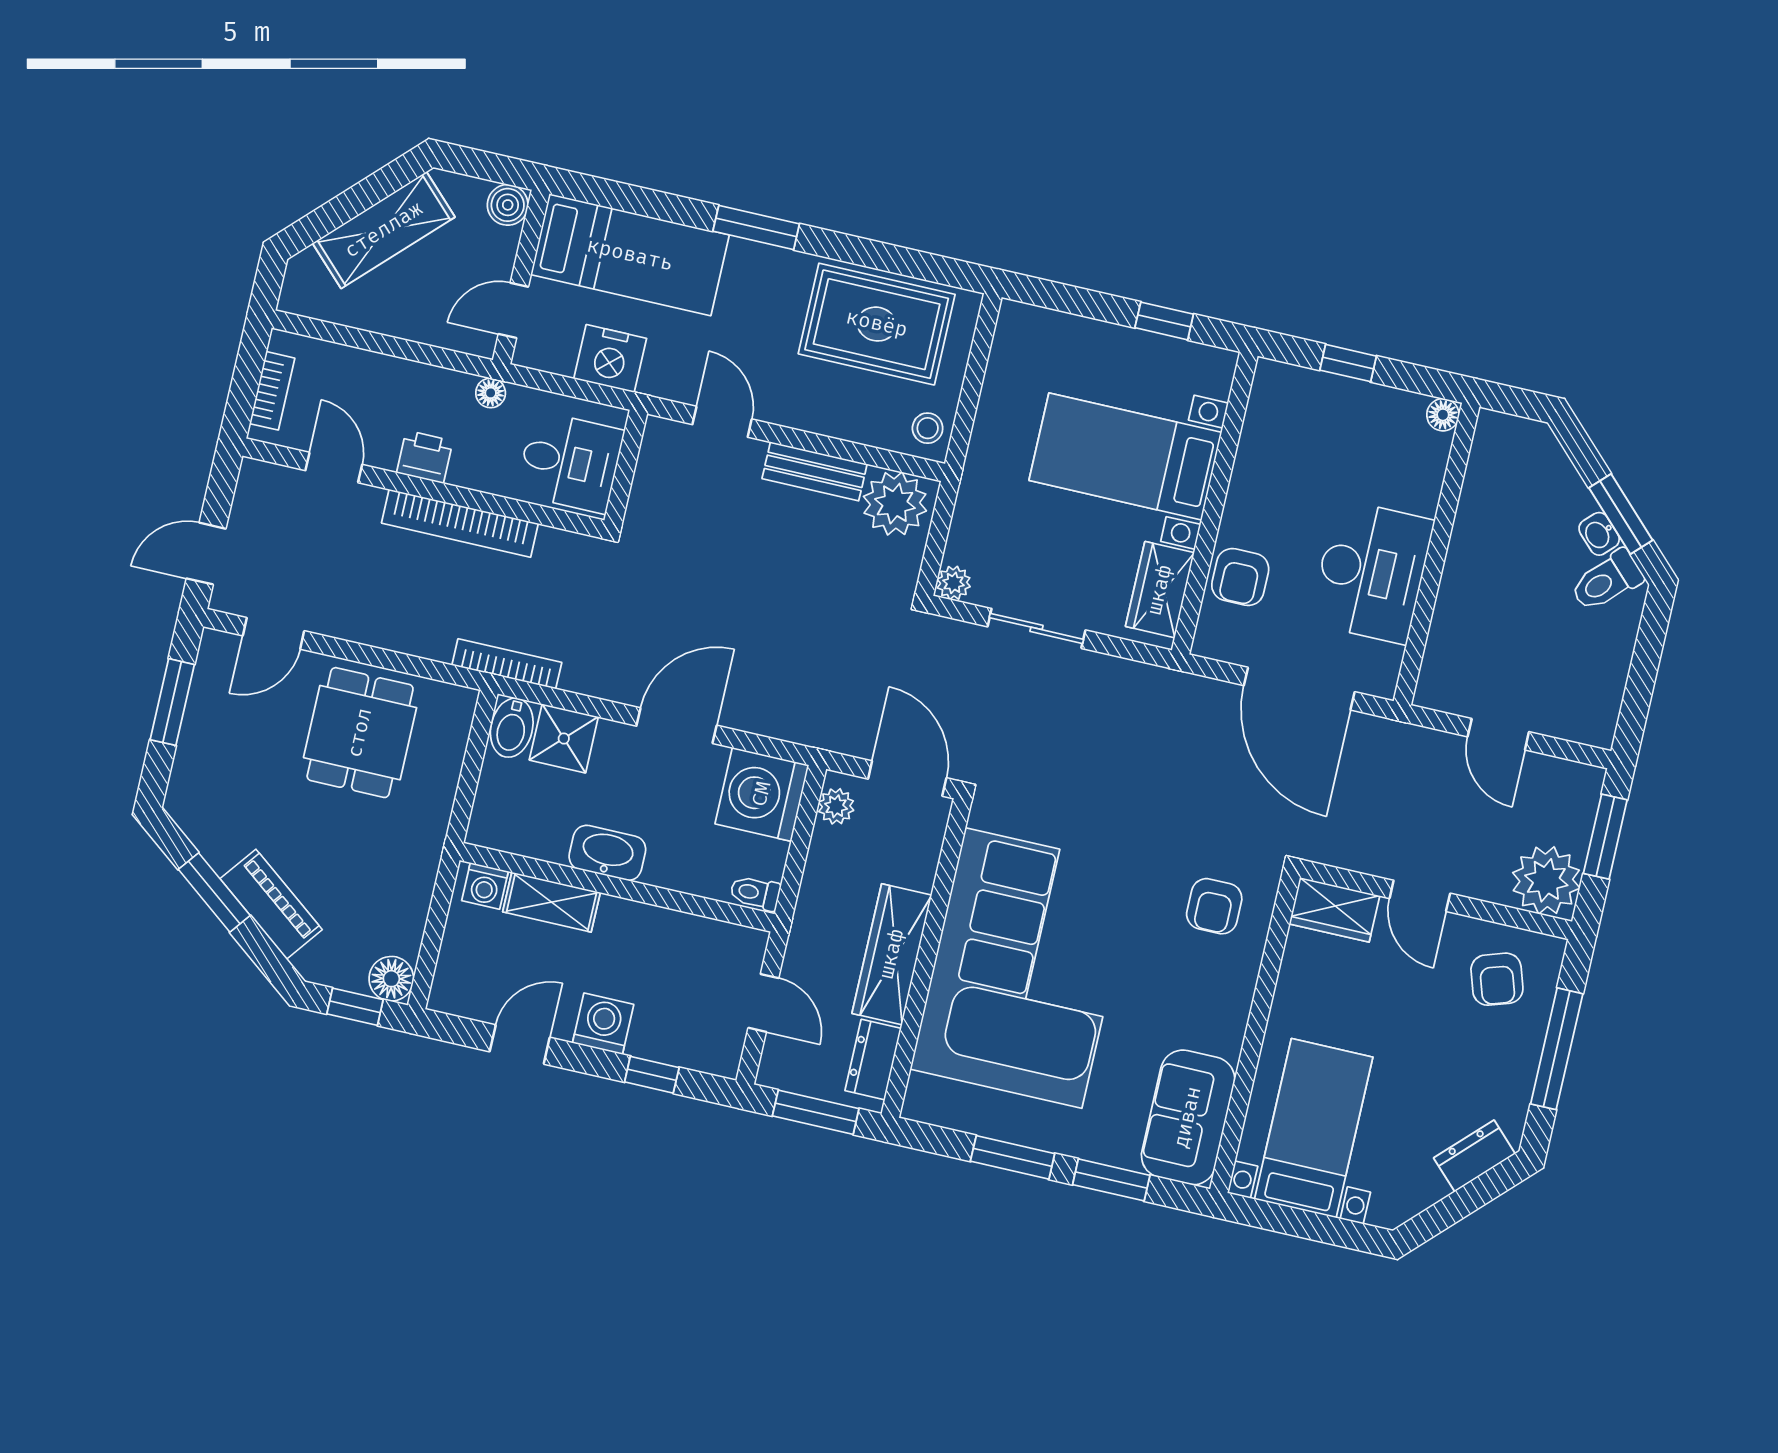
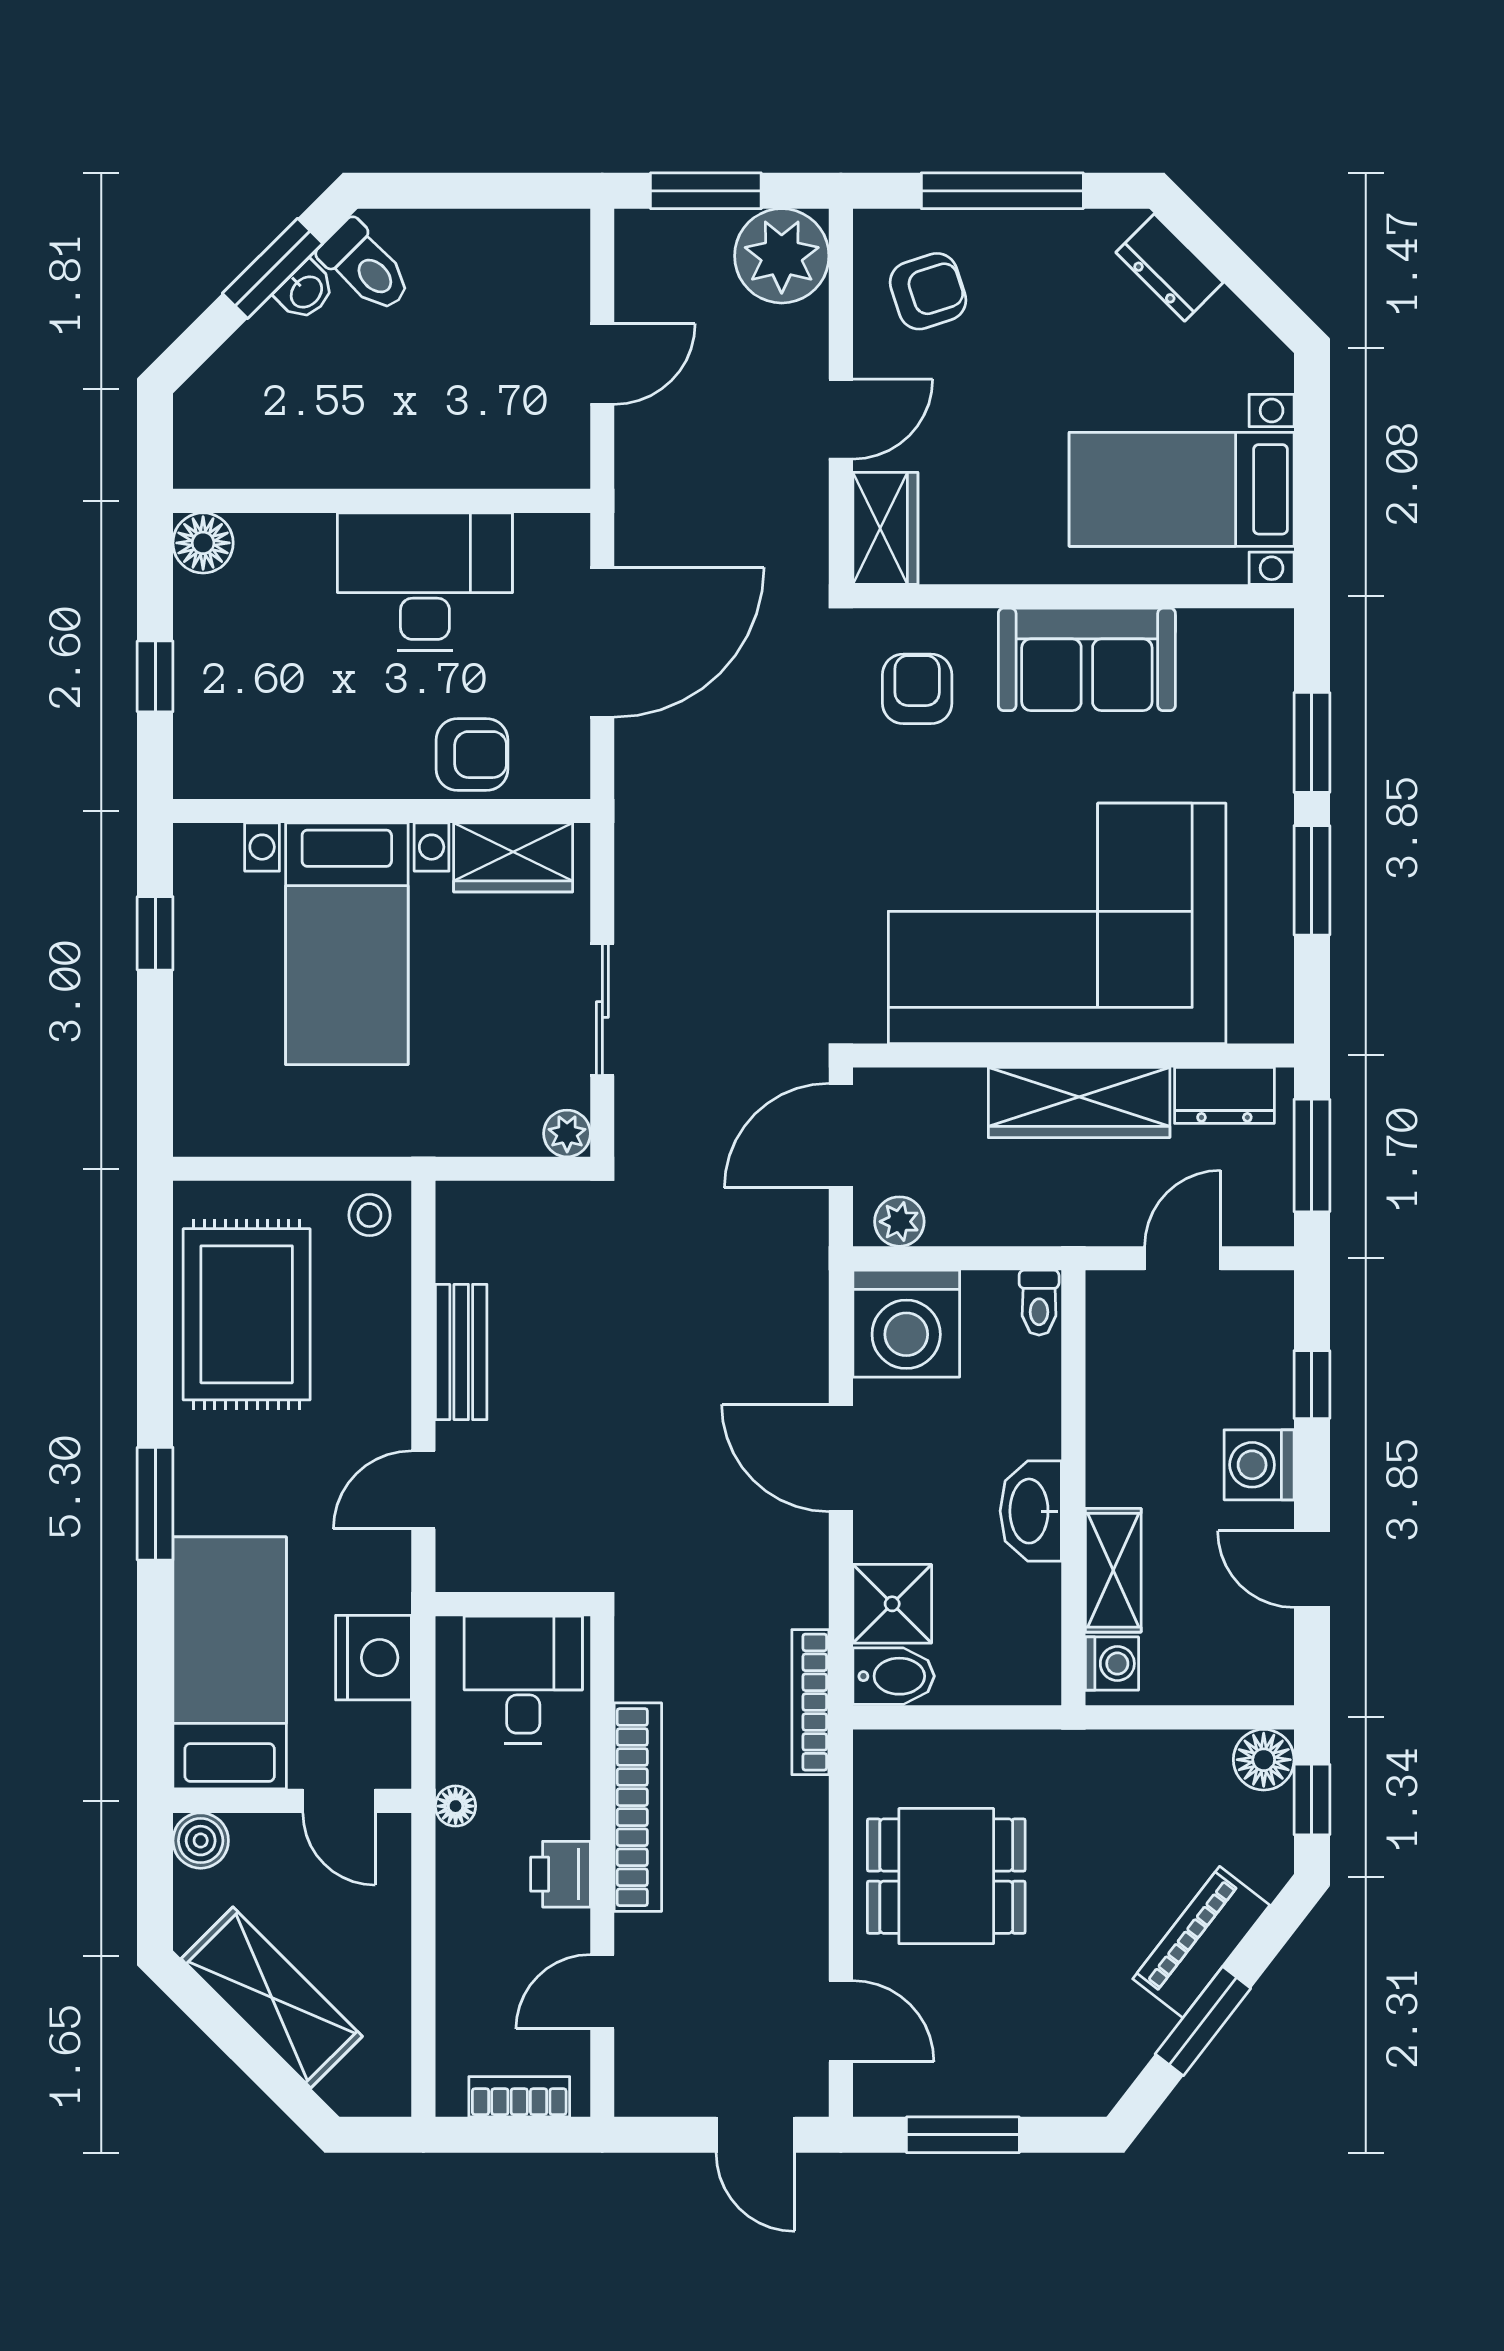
floor lamp: (1443, 415) -> (203, 543), width x1.37, depth x1.37
plant: (895, 504) -> (480, 1235), removed
armchair: (1214, 906) -> (917, 689), turned -90
sofa: (1188, 1117) -> (1087, 659), moved

